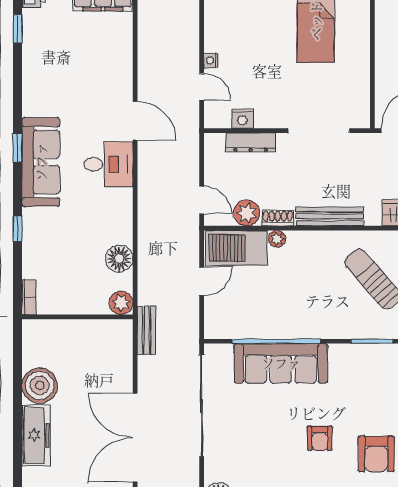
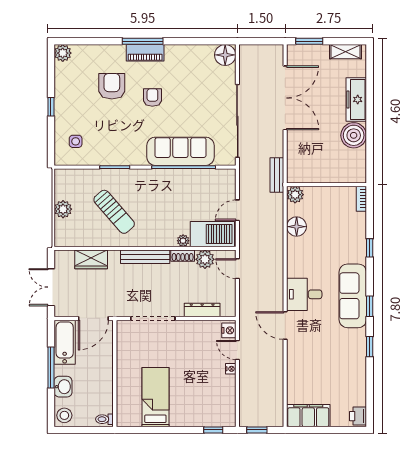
window: (18, 29) -> (370, 347), moved
nightstand: (242, 119) -> (229, 330), moved, turned 90

